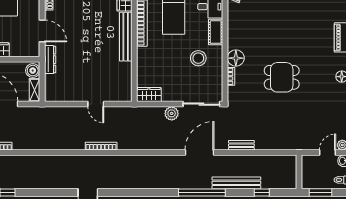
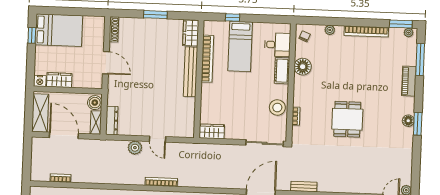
stool: (198, 58) -> (277, 108), moved
floor lamp: (236, 58) -> (303, 67), moved
dresser: (50, 60) -> (112, 121), moved
dining table: (282, 77) -> (347, 119), turned 90
plant: (172, 113) -> (135, 148), moved

